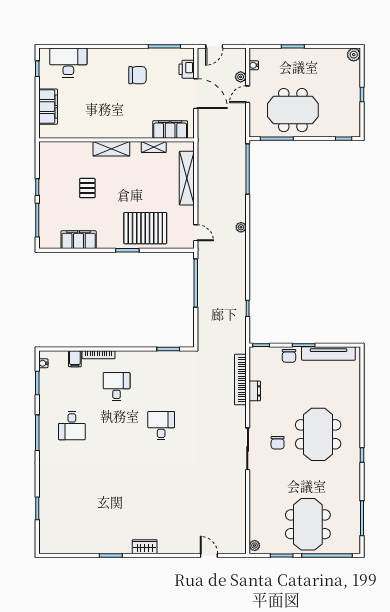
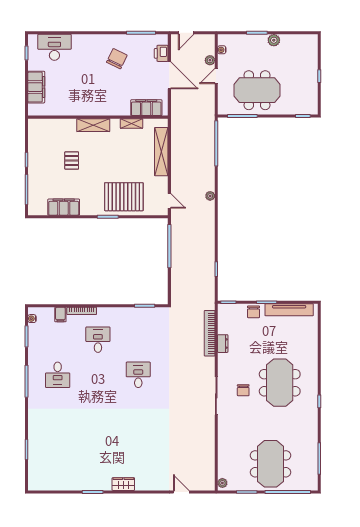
plant: (354, 55) -> (274, 40), moved
chair: (137, 75) -> (117, 59), turned -64

